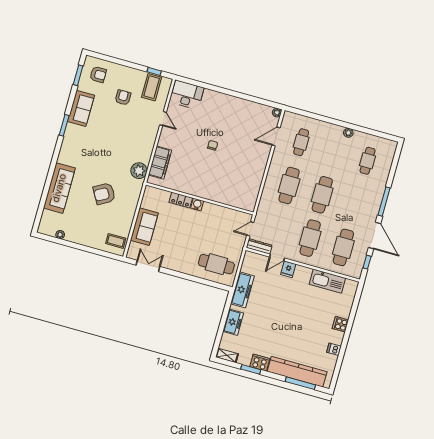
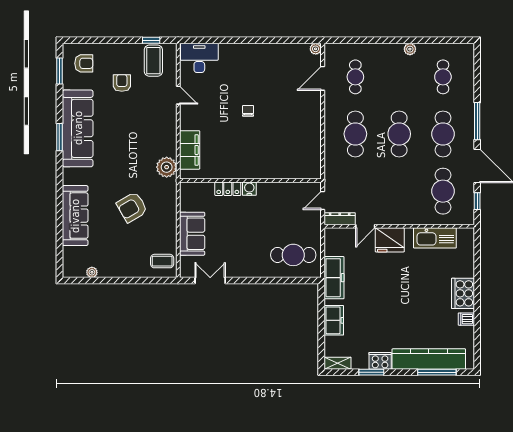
sofa: (81, 108) -> (78, 128), width x1.85, depth x1.27
cafe table: (310, 238) -> (443, 134), moved
fridge: (288, 269) -> (390, 240), width x1.88, depth x1.34
cooker: (340, 324) -> (463, 293), width x1.87, depth x1.31

